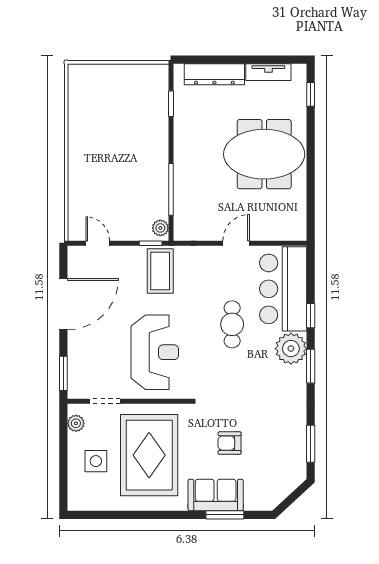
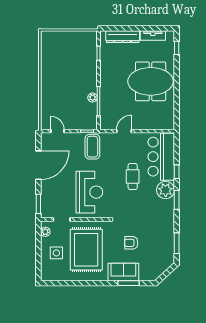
plant: (160, 228) -> (93, 98), moved
door: (236, 243) -> (124, 131), moved

